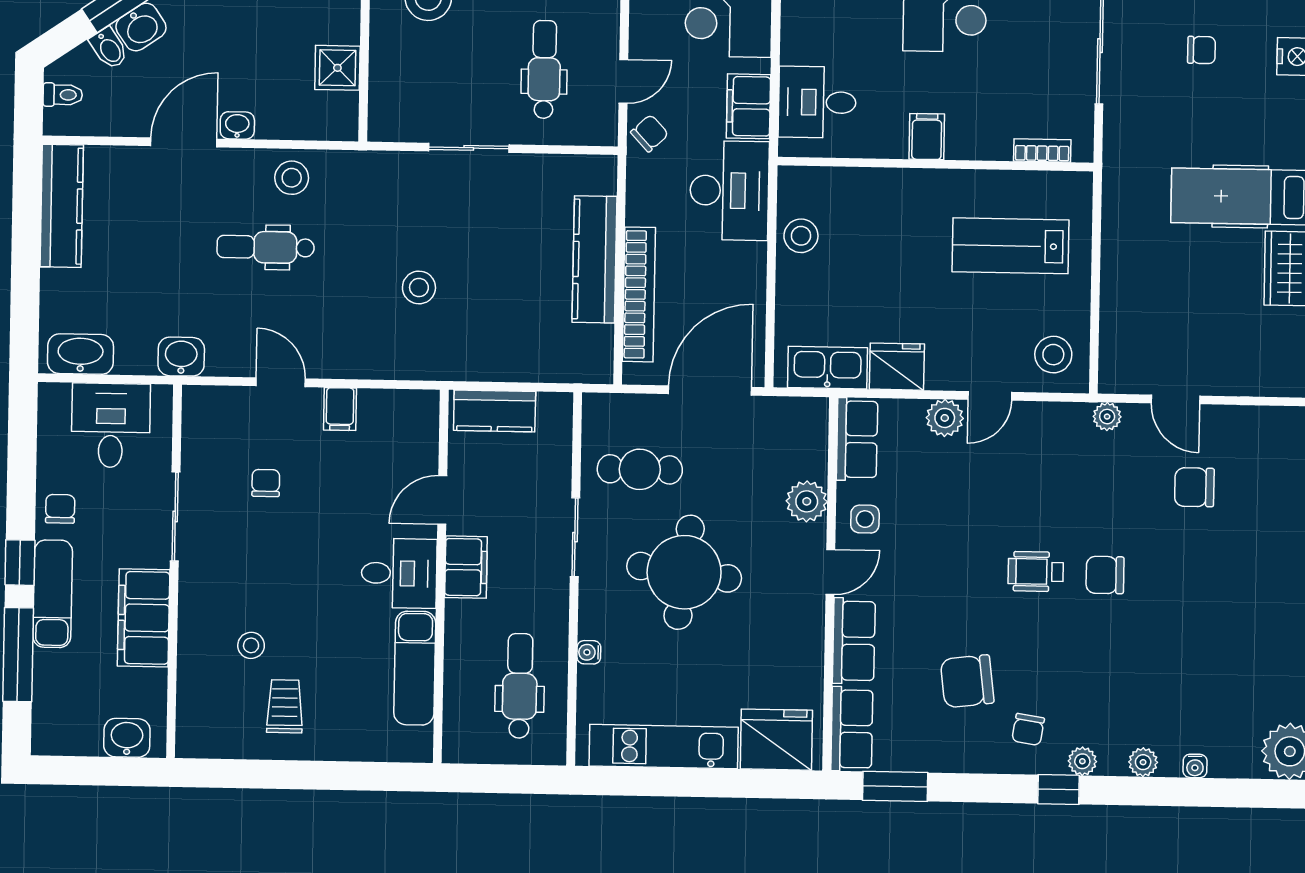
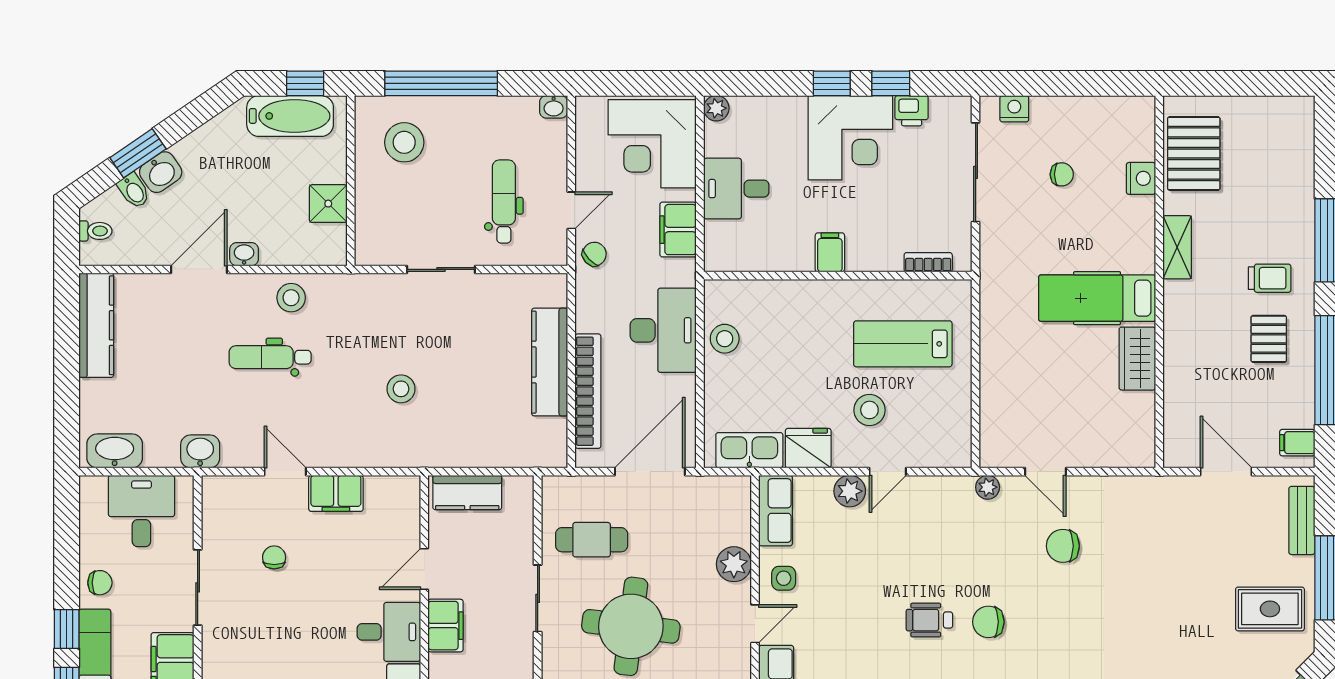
desk: (817, 102) -> (736, 189), moved
desk: (729, 191) -> (663, 330), moved
stool: (1053, 355) -> (869, 410), moved
filing cabinet: (340, 409) -> (336, 493), width x2.00
chair: (60, 509) -> (100, 583), turned 90

